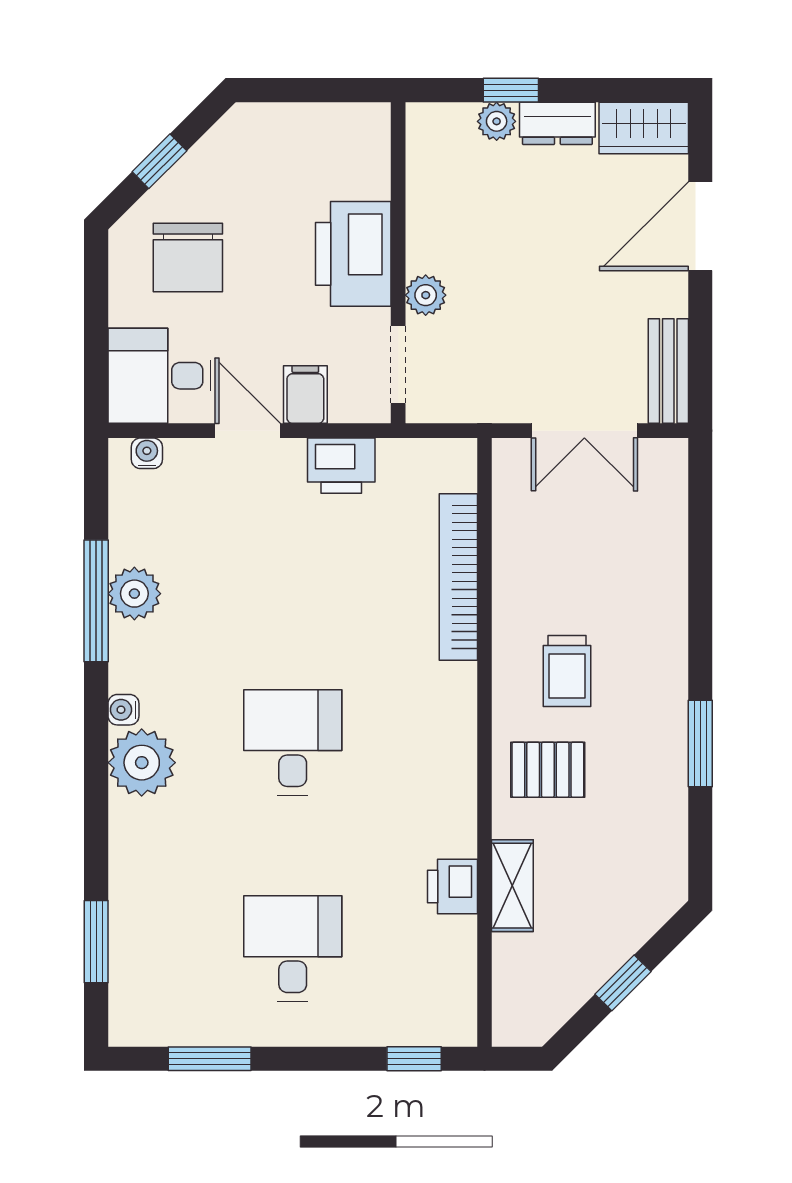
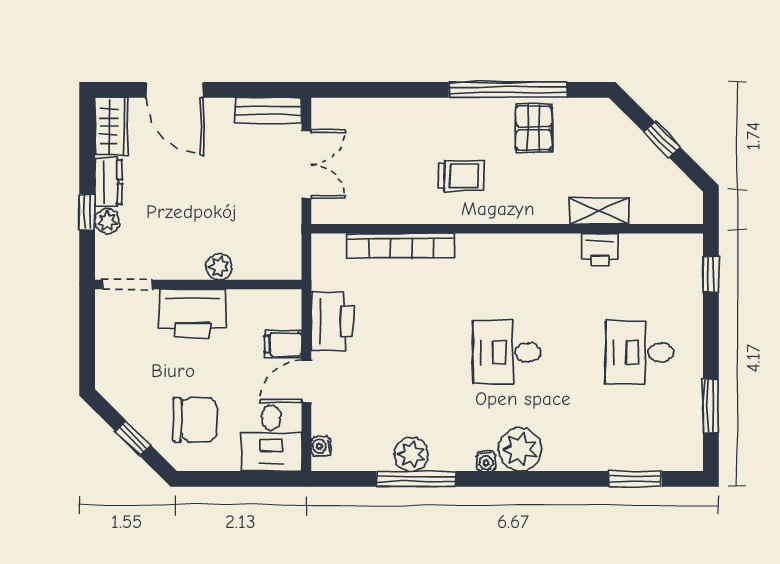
doorway: (398, 365) -> (127, 284), moved
printer: (341, 466) -> (332, 321), width x1.37, depth x1.19
window: (700, 744) -> (508, 90), width x2.11
pallet: (548, 770) -> (534, 128), moved

